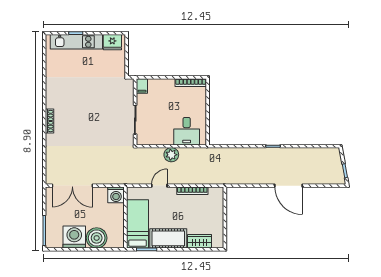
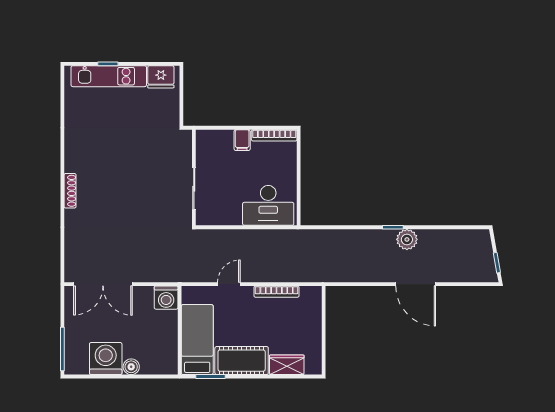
filing cabinet: (142, 86) -> (242, 140), moved
desk: (187, 131) -> (268, 205), width x1.37
plant: (171, 155) -> (407, 239), moved
boiler: (97, 238) -> (131, 367), width x0.54, depth x0.54

